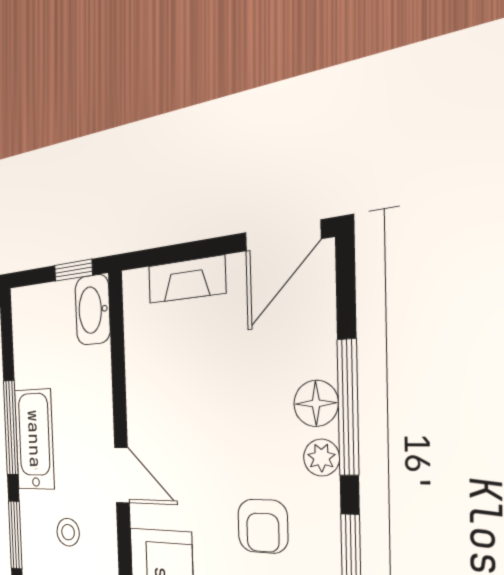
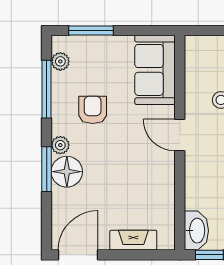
floor lamp: (316, 403) -> (67, 172), width x1.38, depth x1.38
window: (348, 407) -> (47, 169), width x0.69

